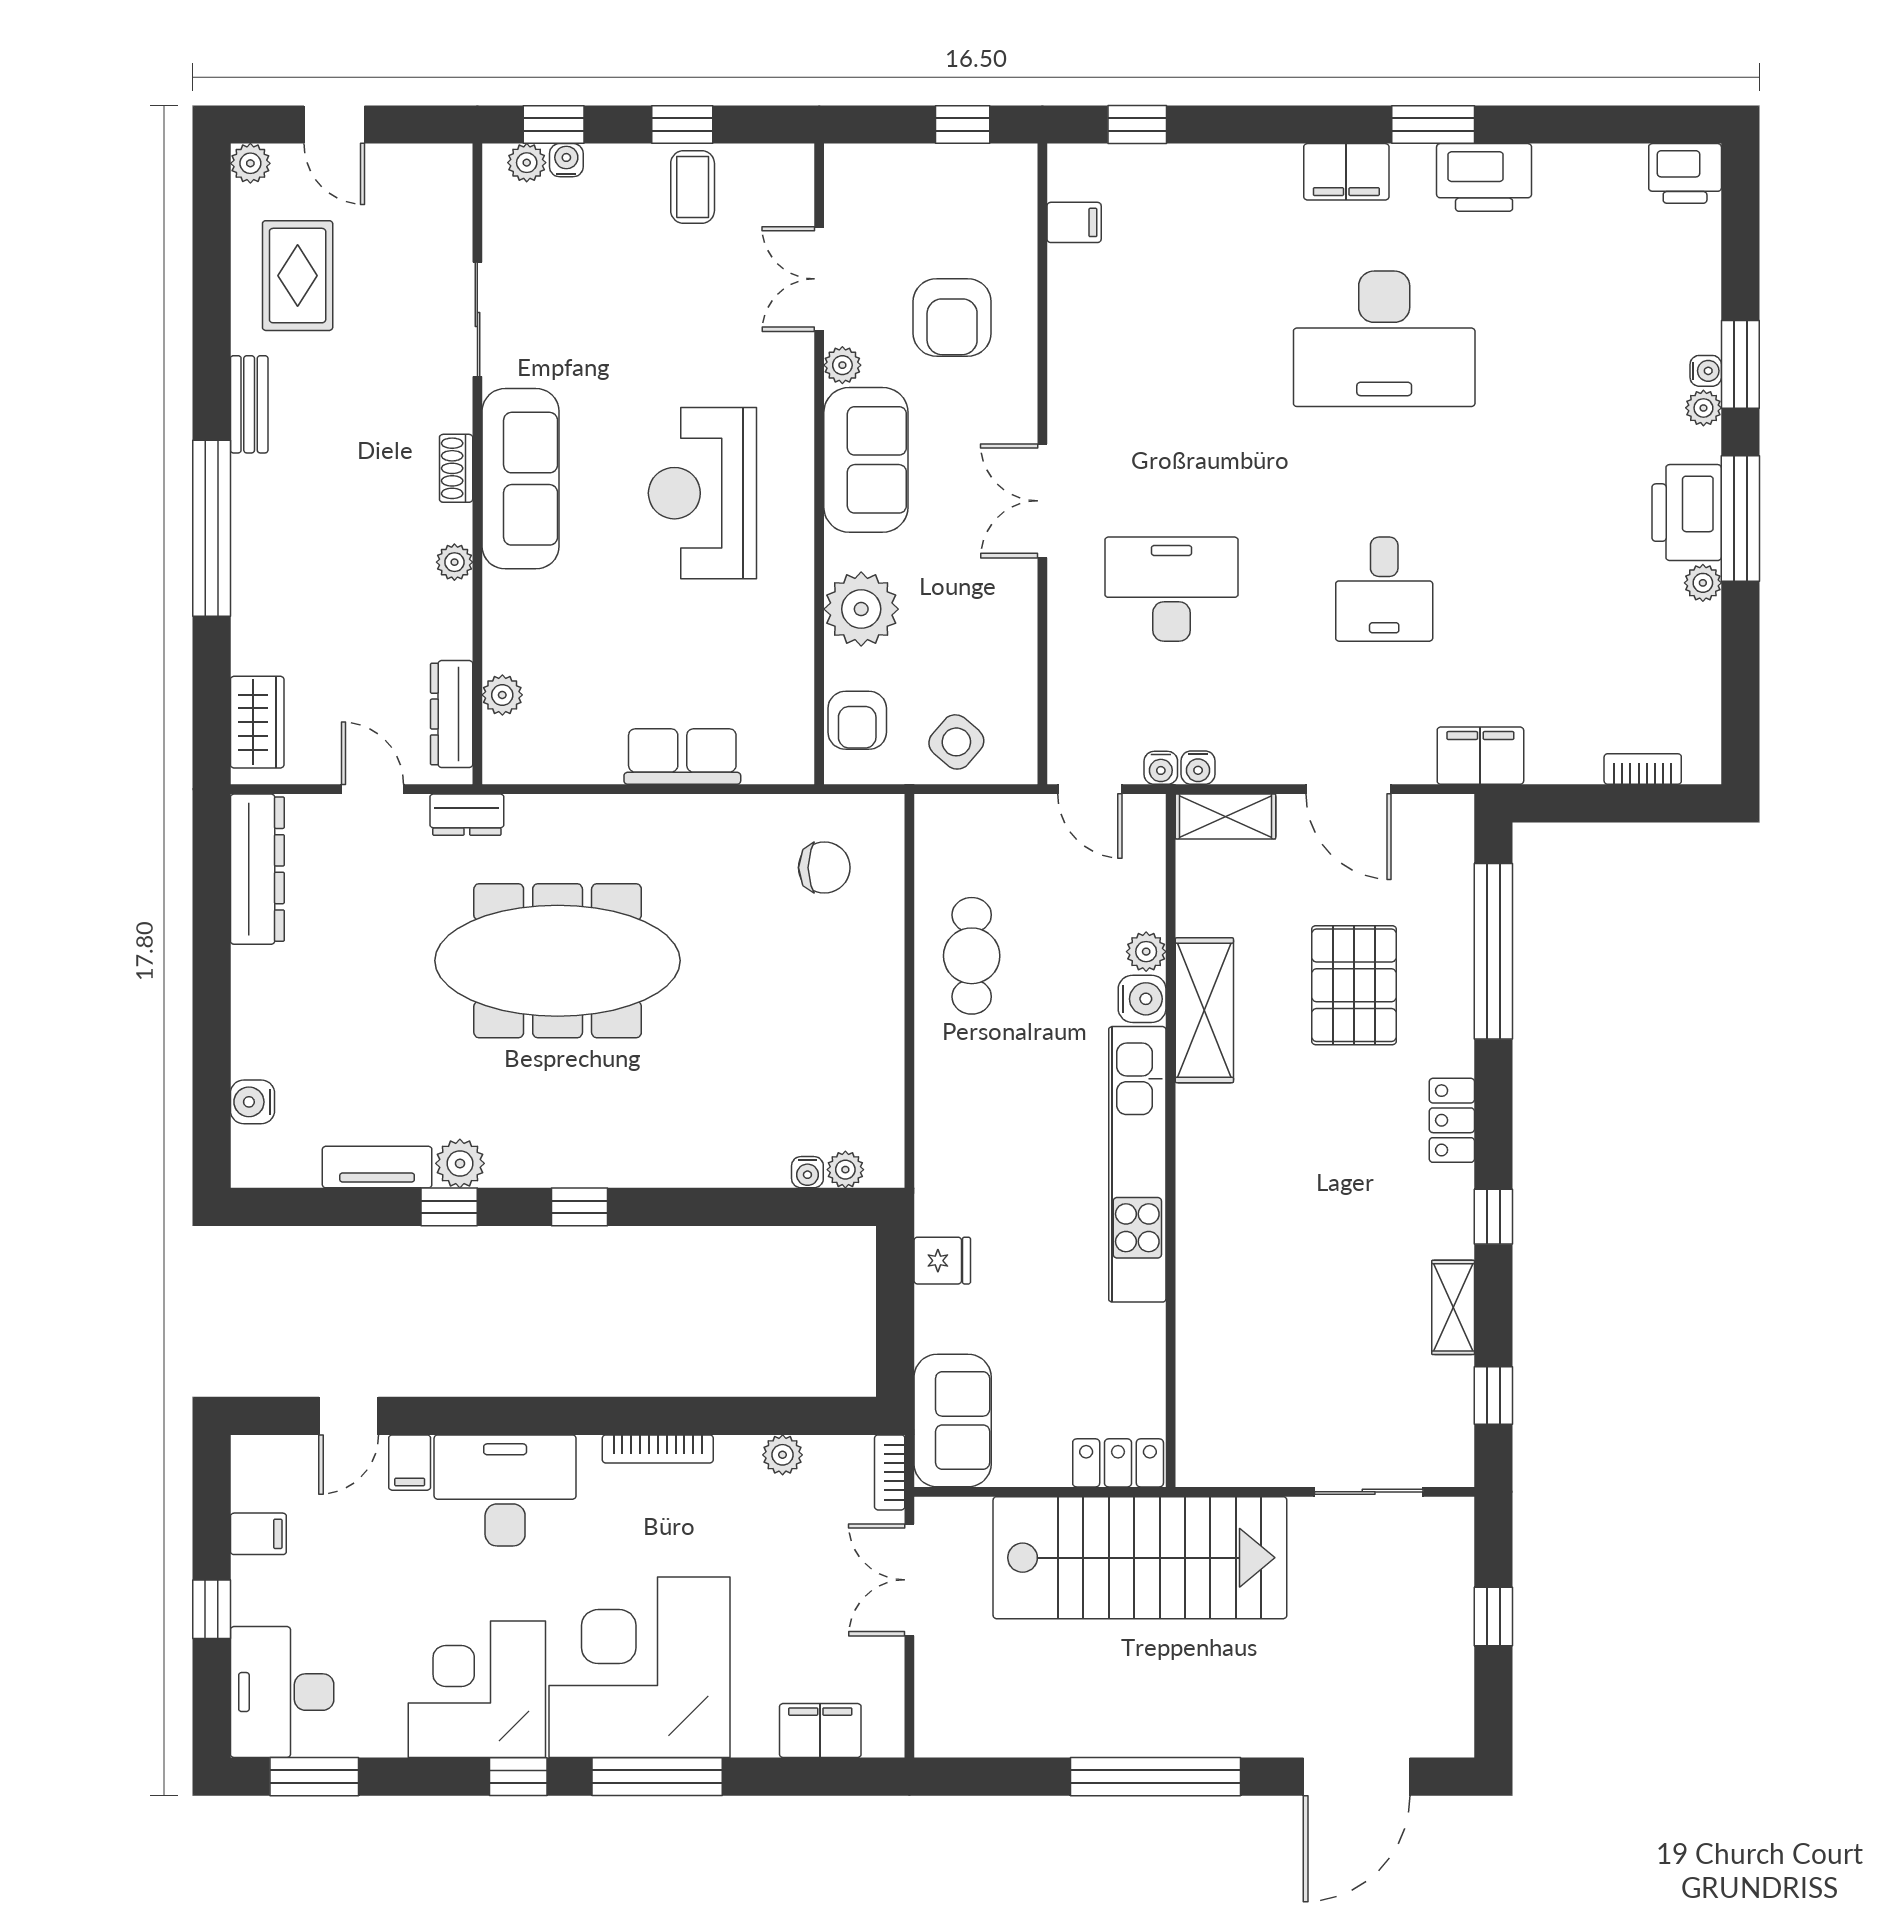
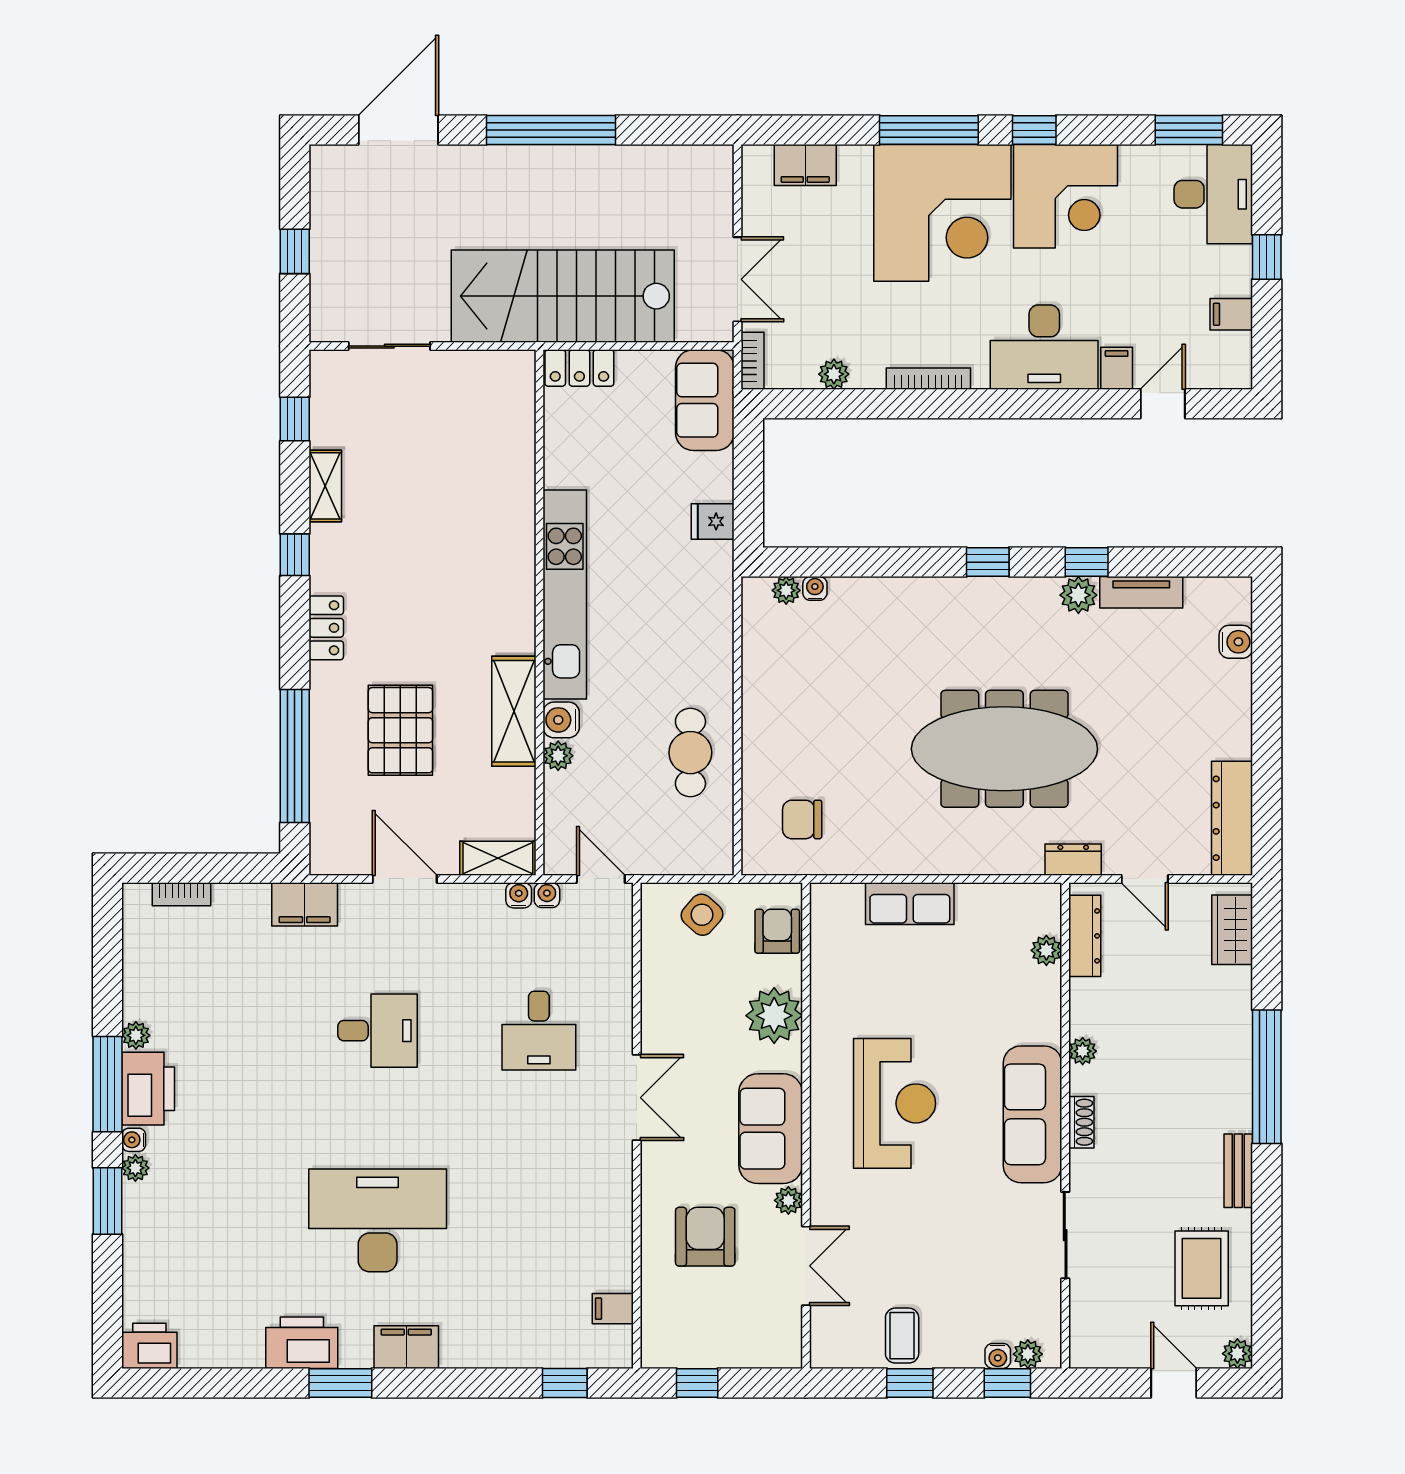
water cooler: (1706, 371) -> (134, 1140), moved
desk: (1171, 589) -> (539, 1031), width x0.73
desk: (1384, 589) -> (378, 1031), turned 90

